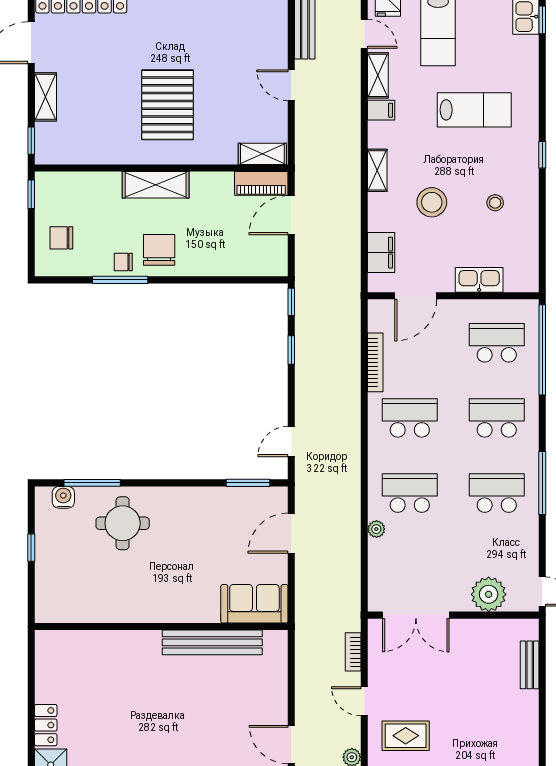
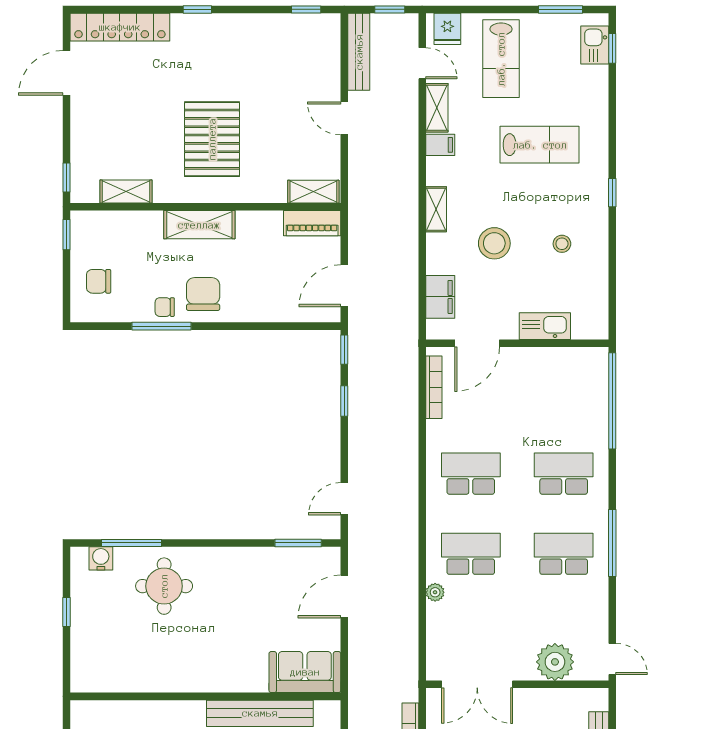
shelving: (46, 97) -> (126, 191), moved, turned 90
door: (291, 215) -> (344, 286), moved
school desk: (497, 343) -> (564, 393), removed
bookcase: (375, 362) -> (434, 387), moved

